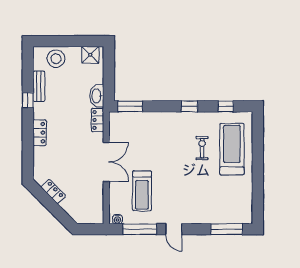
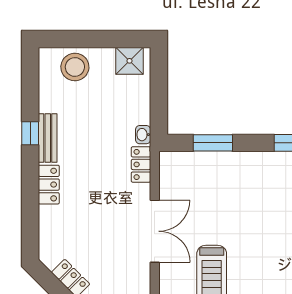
bench: (39, 86) -> (48, 138), moved
washbasin: (97, 96) -> (143, 135), width x0.52, depth x0.69
window: (130, 106) -> (213, 143), moved

